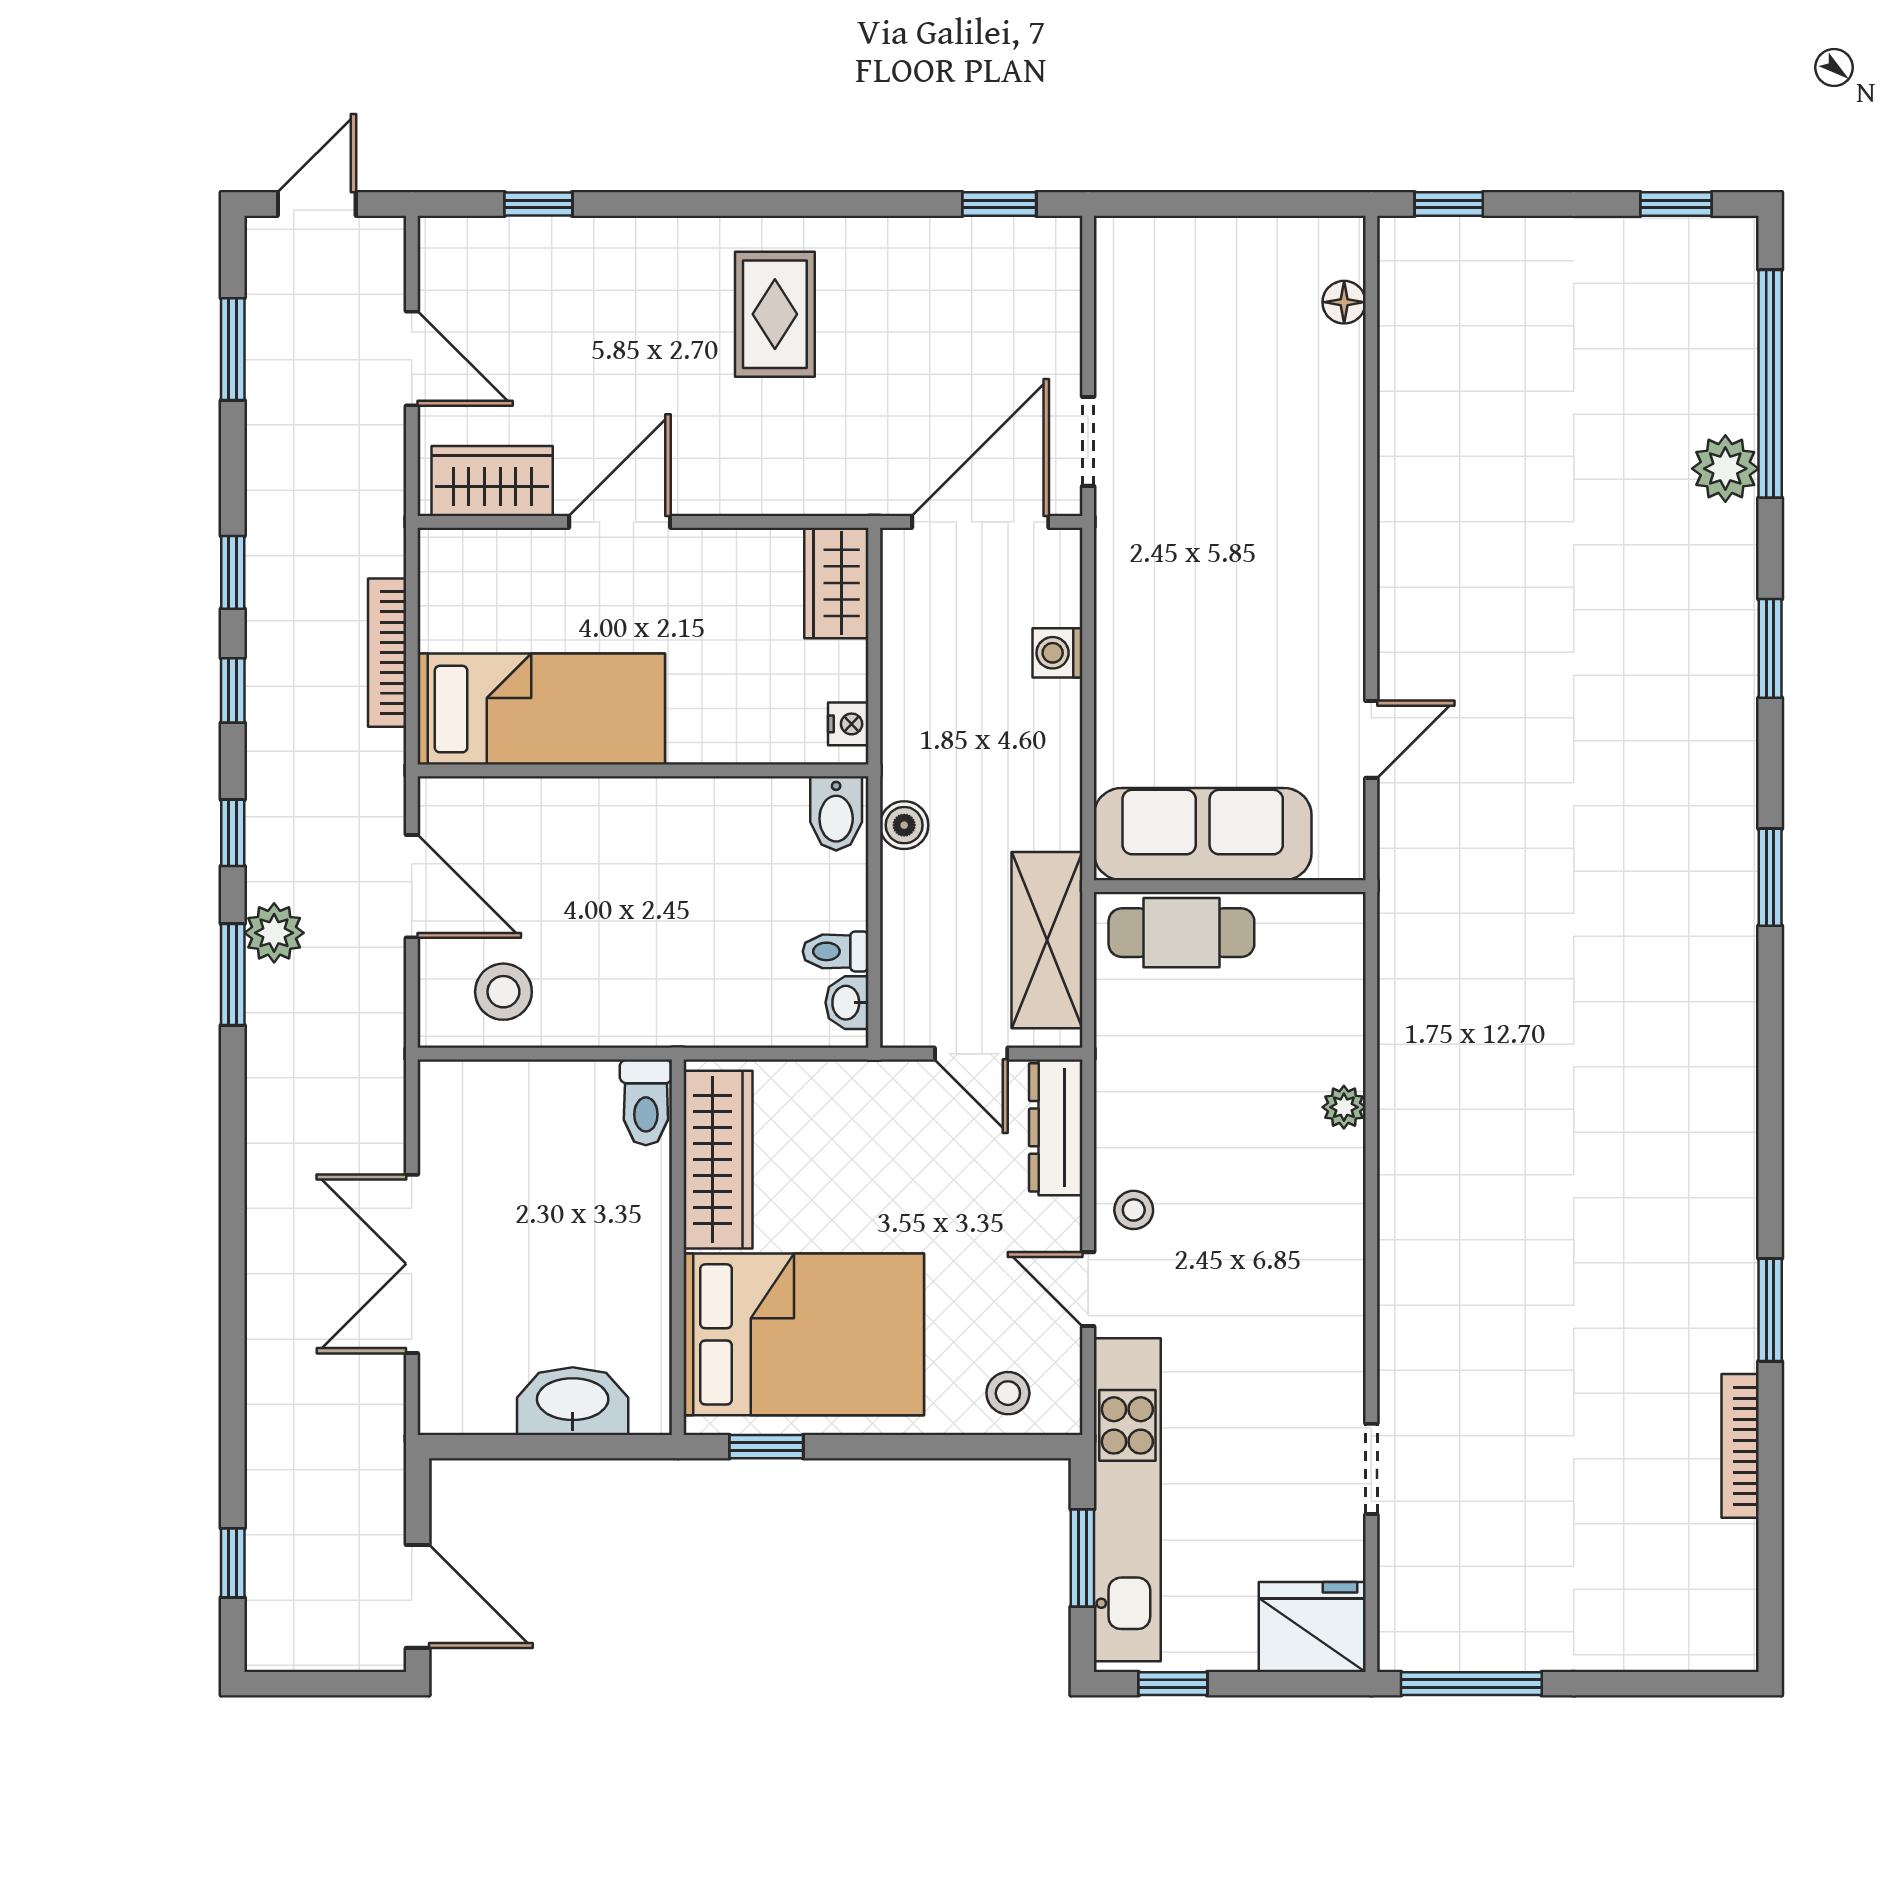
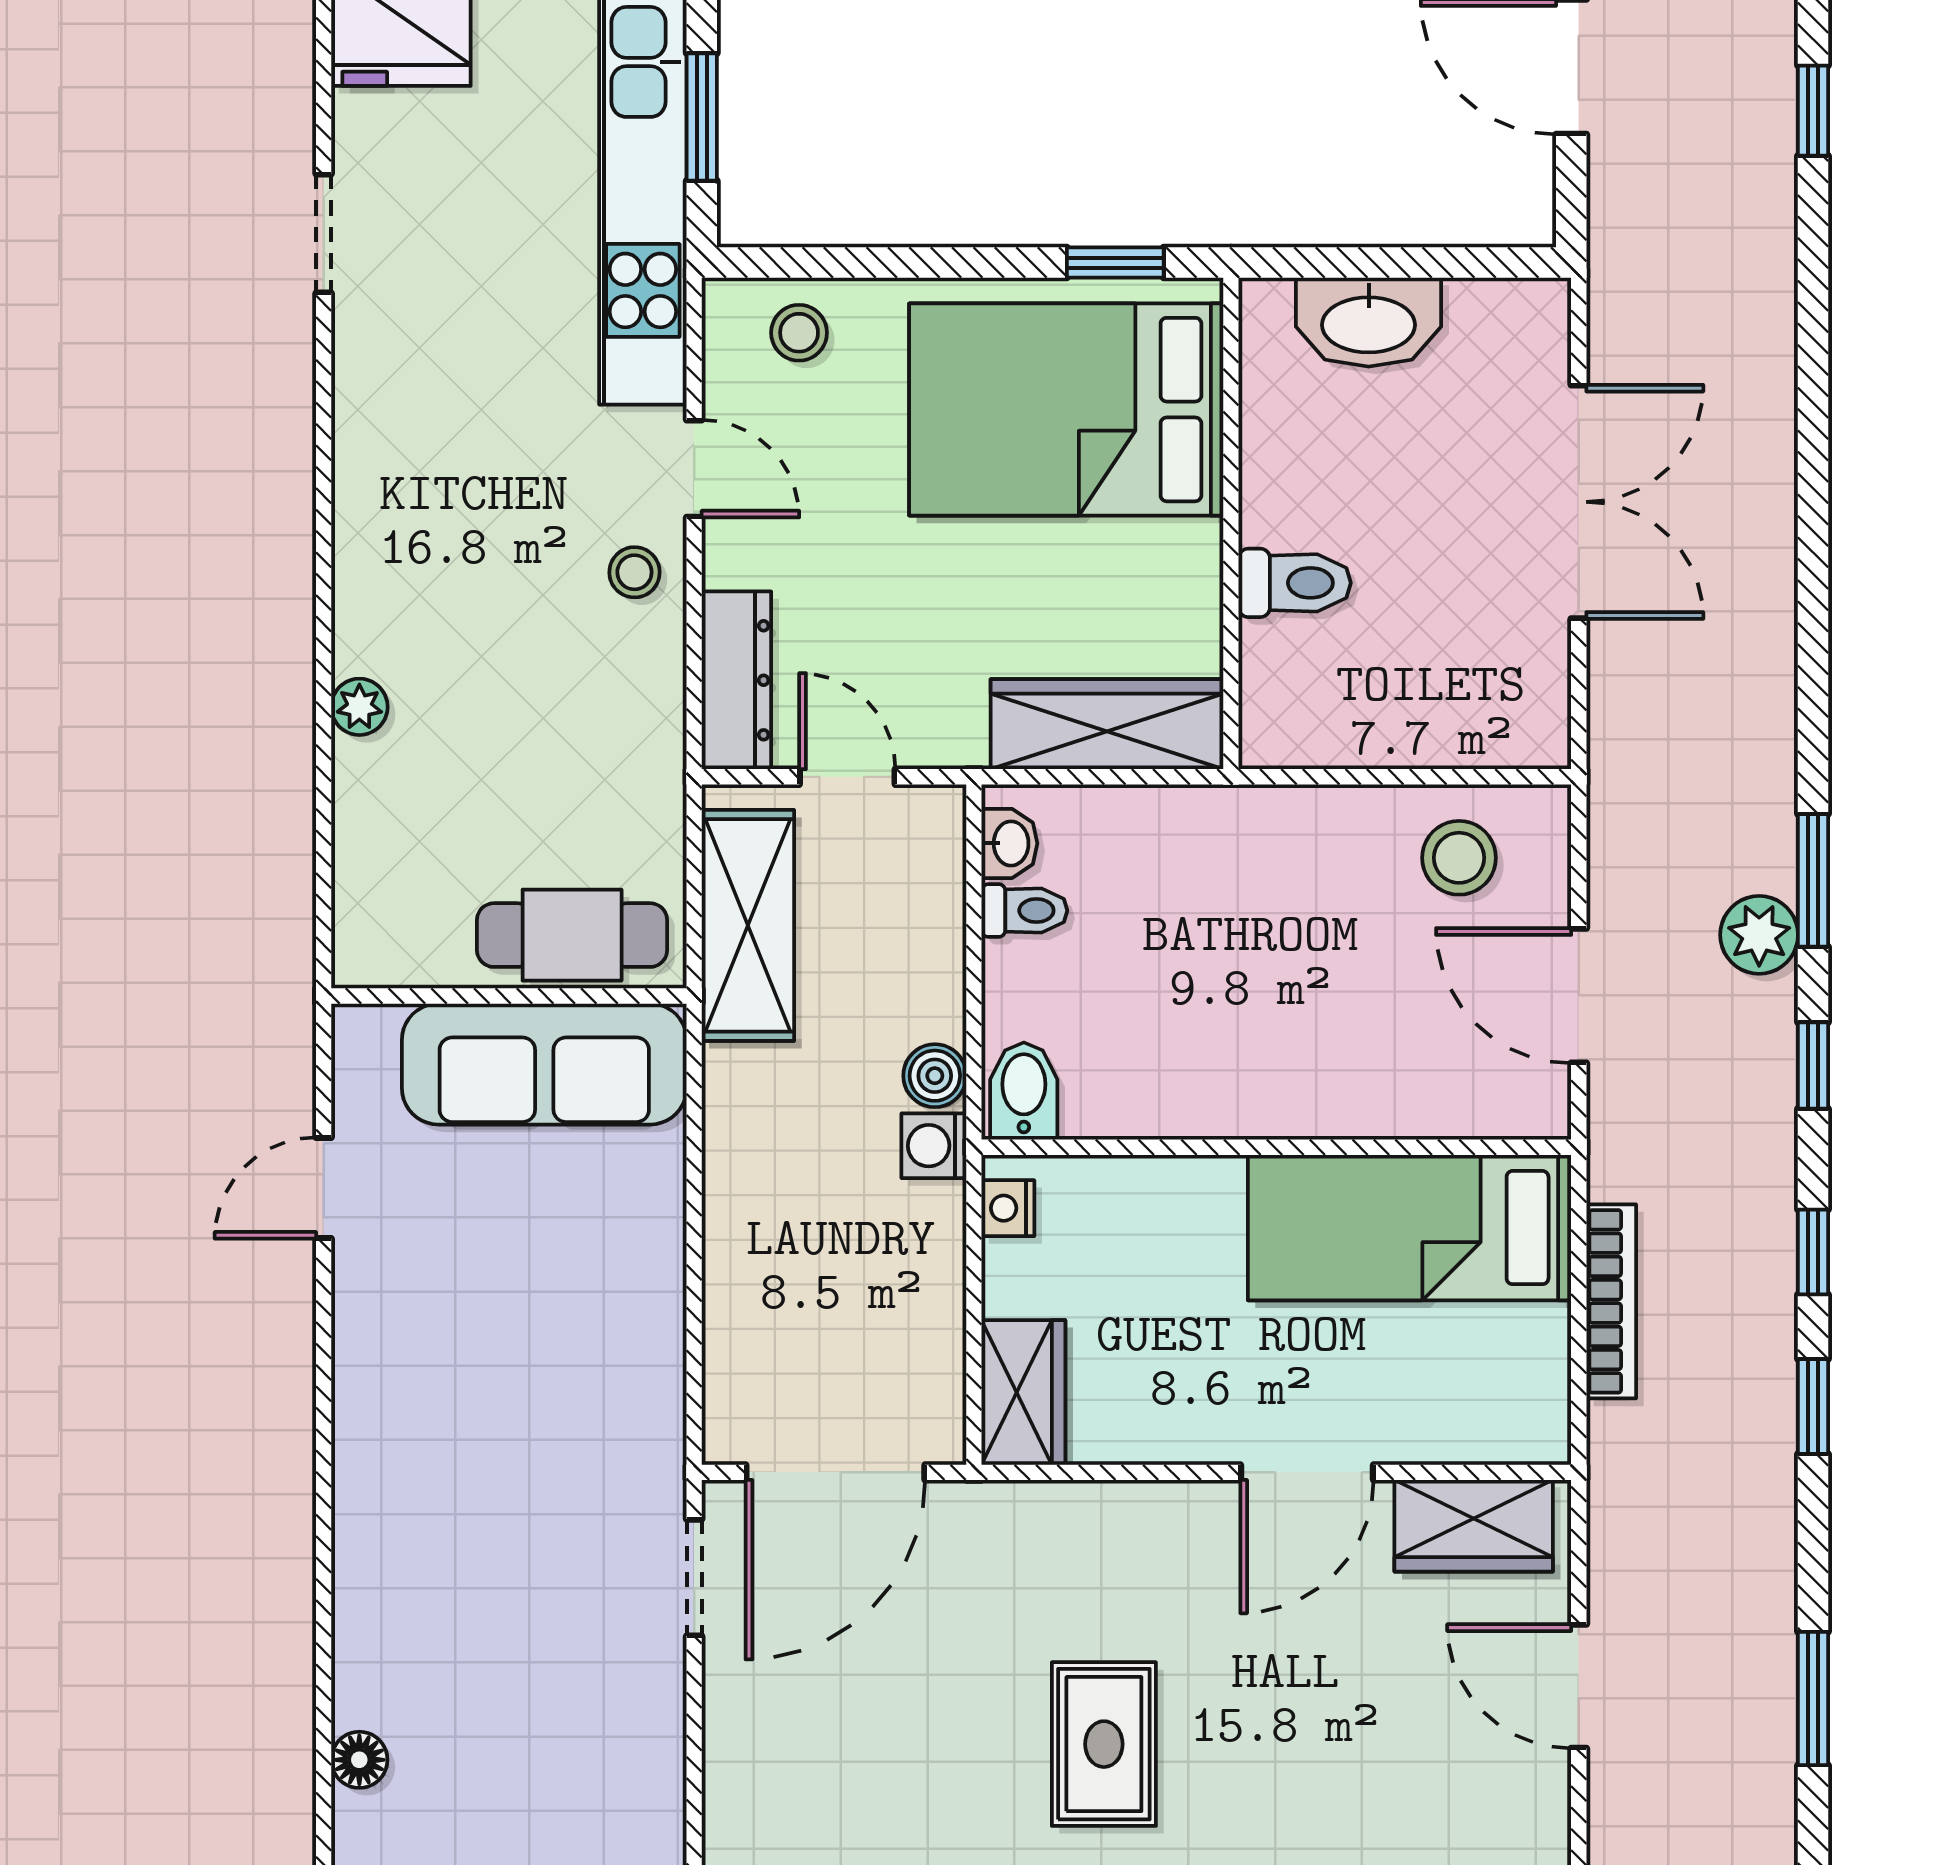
washing machine: (1058, 653) -> (934, 1146), moved, turned 180
toilet: (646, 1102) -> (1295, 583), moved, turned 90
wardrobe: (718, 1160) -> (1107, 724), moved, turned 90

